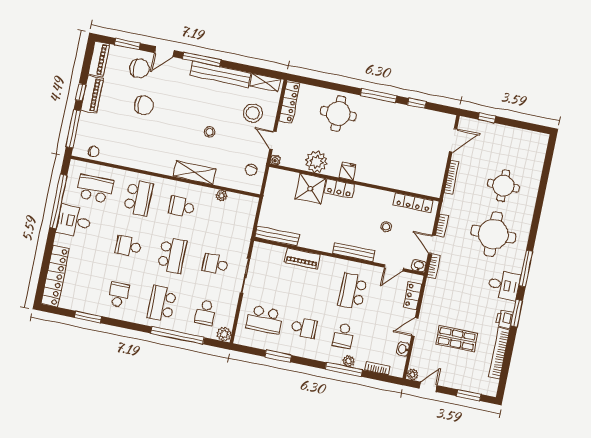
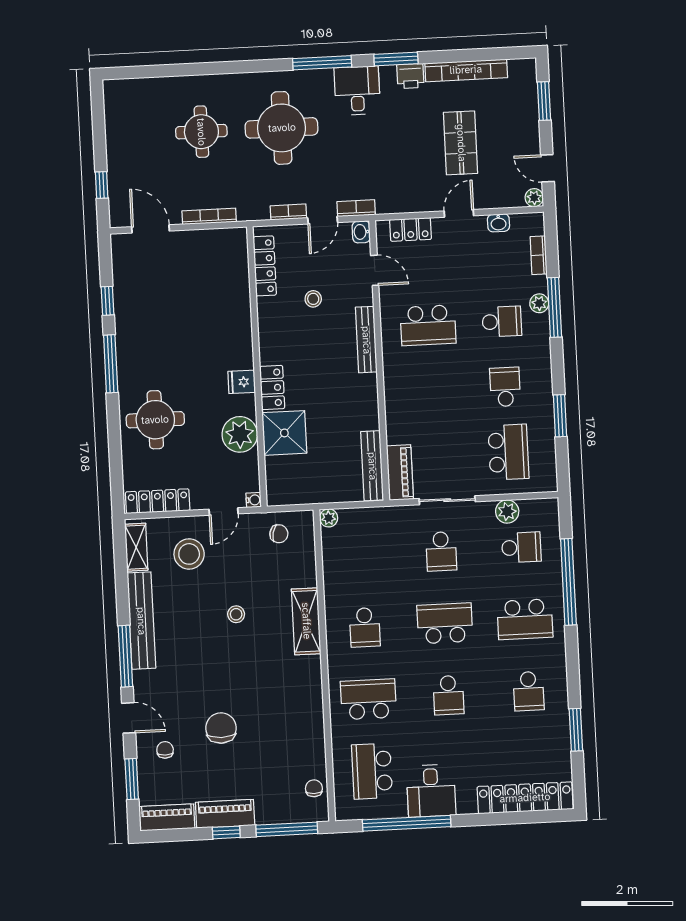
chair: (140, 68) -> (165, 750), width x0.54, depth x0.54
plant: (221, 196) -> (329, 518), moved
piano: (302, 258) -> (400, 472), moved
school desk: (118, 295) -> (529, 691), turned -90
door: (415, 327) -> (459, 213), swing flipped
plant: (224, 334) -> (507, 512), moved

